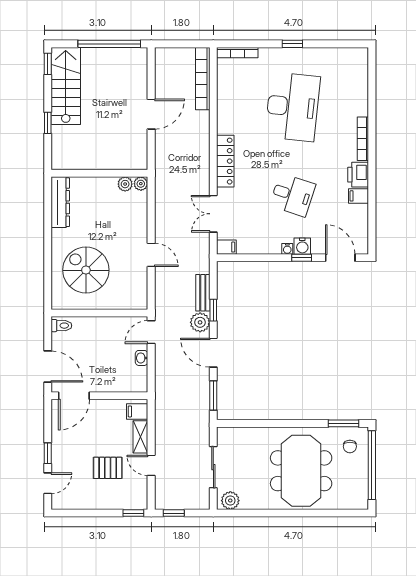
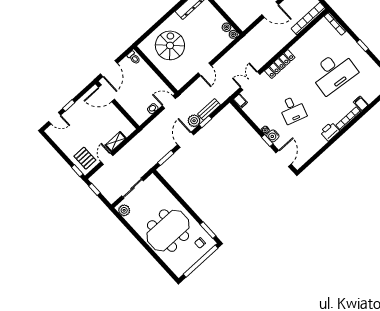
filing cabinet: (359, 196) -> (361, 103), moved
filing cabinet: (137, 411) -> (126, 129), removed
pallet: (108, 468) -> (85, 158), moved

